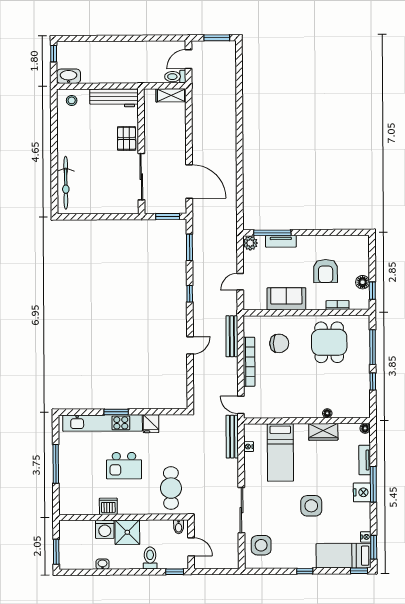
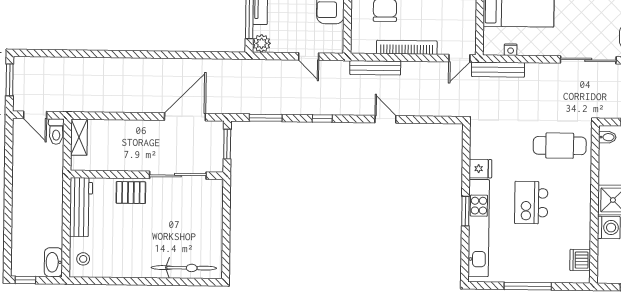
kitchen island: (124, 466) -> (531, 203), turned 180
dishwasher: (108, 506) -> (580, 260), moved

